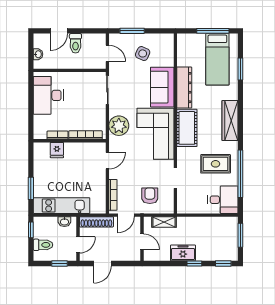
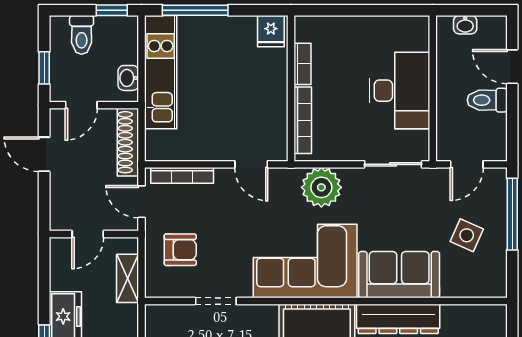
window: (132, 31) -> (512, 214), width x1.44
desk: (48, 95) -> (400, 91), moved, turned 90
fridge: (57, 150) -> (271, 31), moved, turned -90
window: (31, 188) -> (195, 10), width x1.44
door: (78, 245) -> (81, 105), hinge flipped

